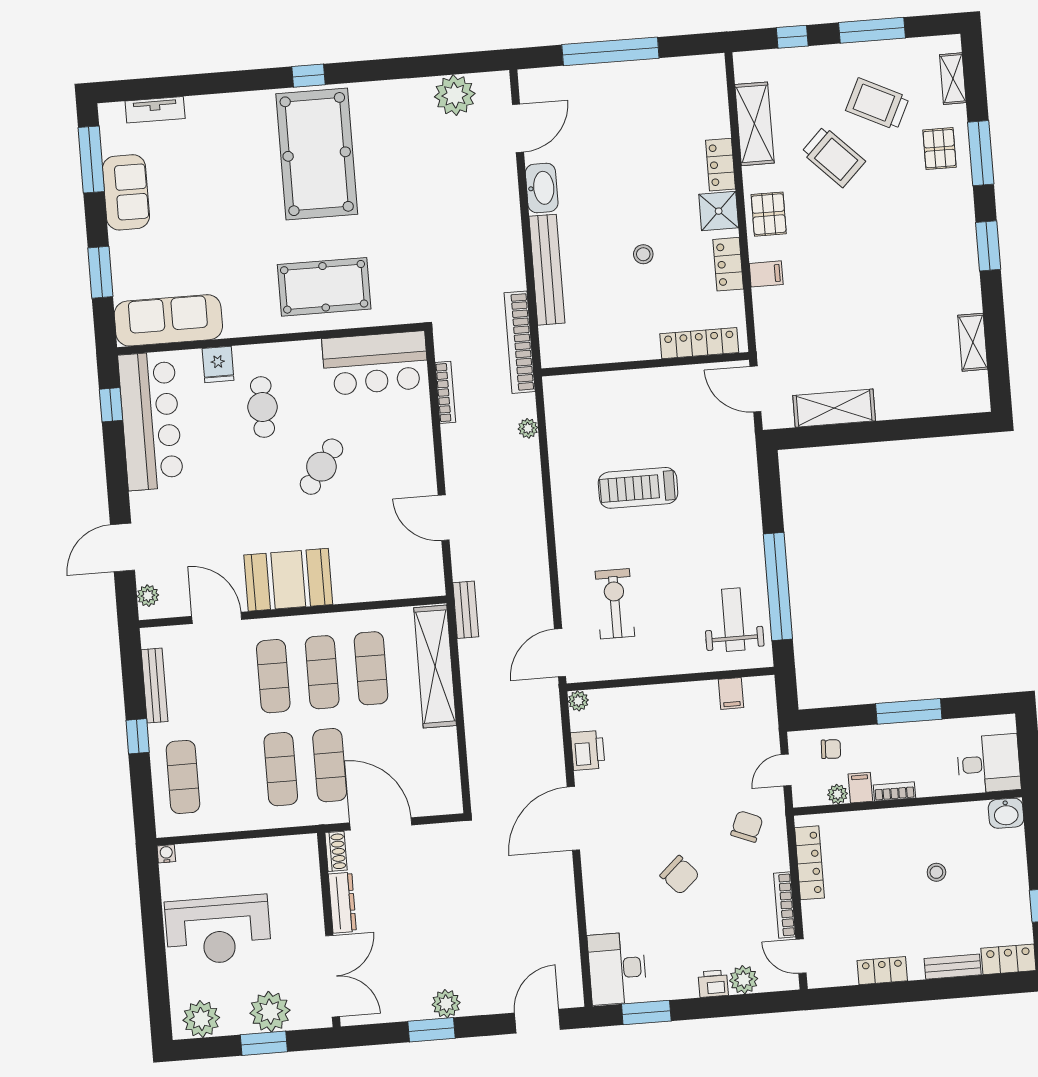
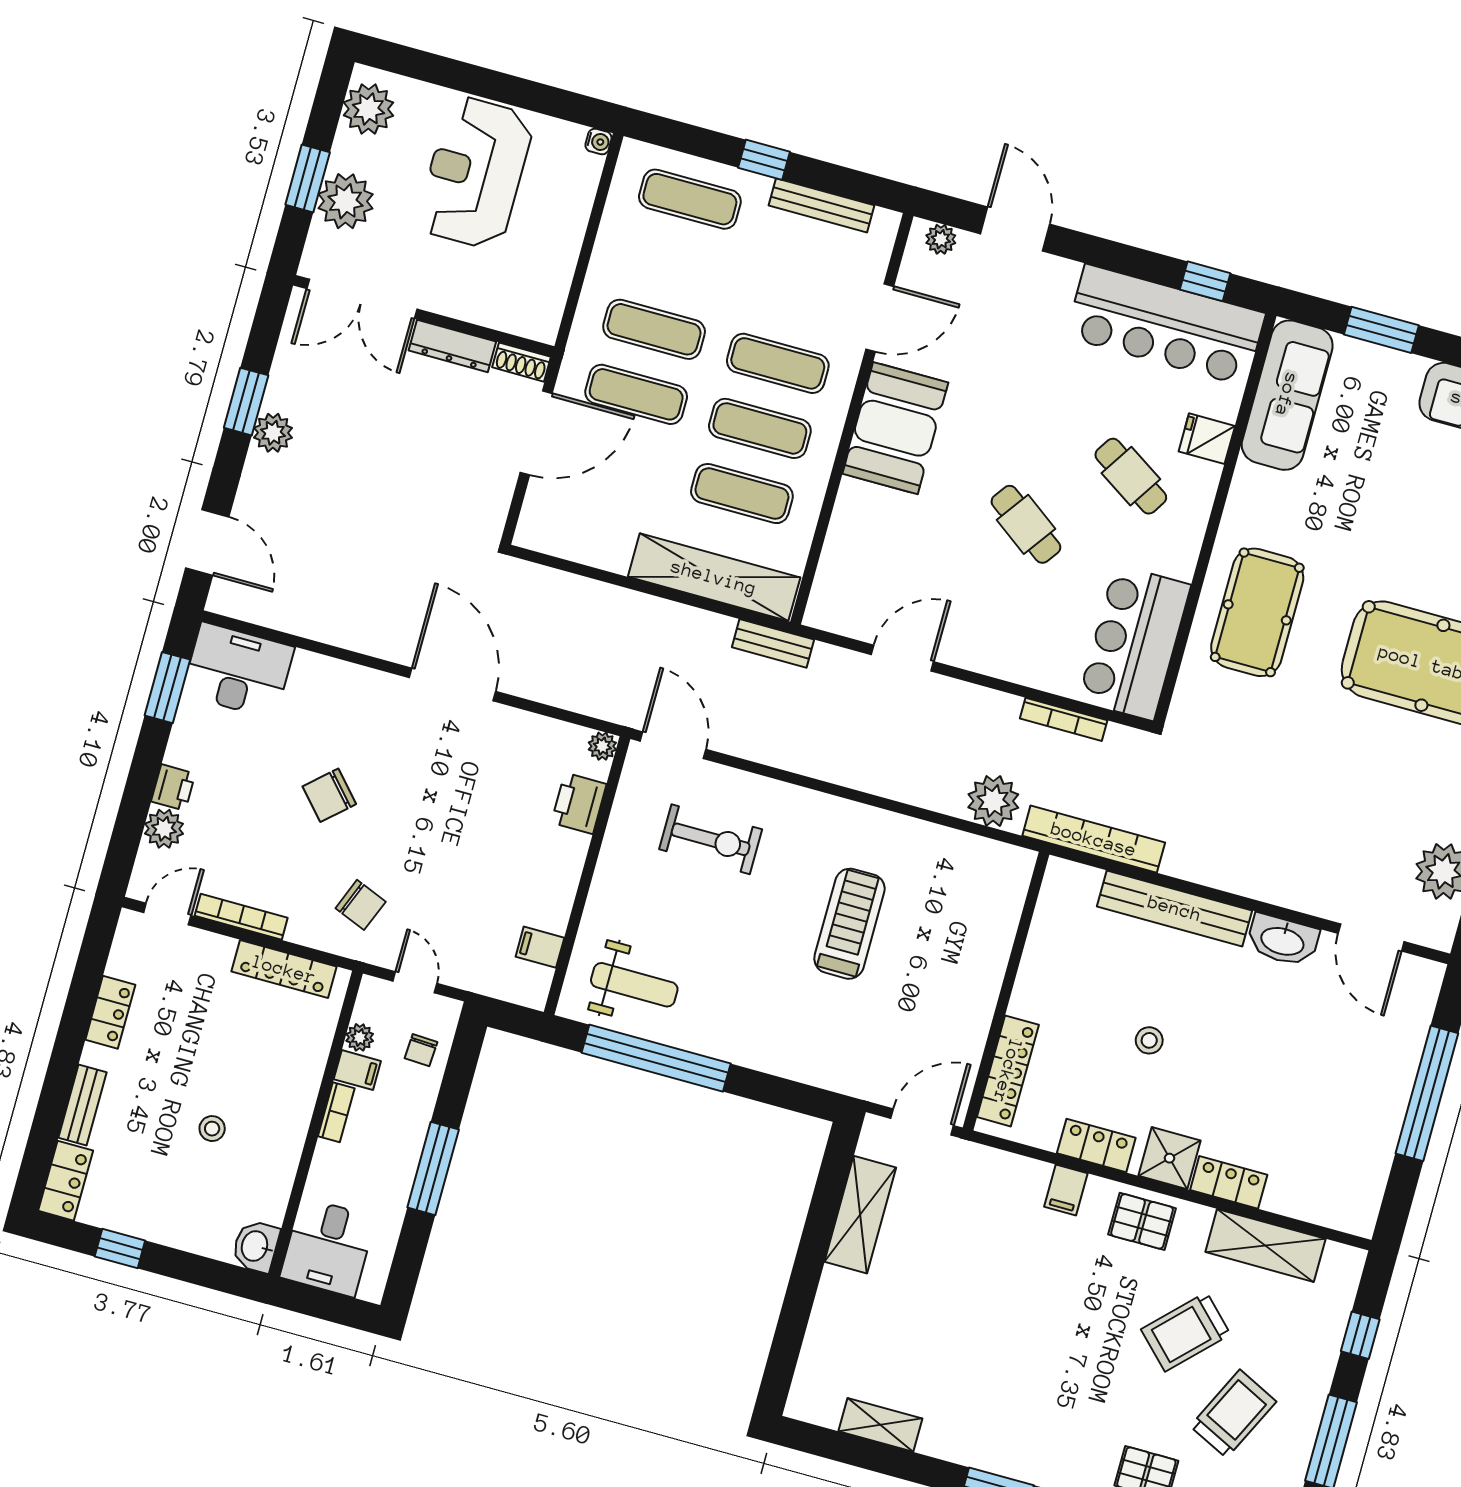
cafe table: (263, 407) -> (1131, 476), turned 33
plant: (528, 428) -> (993, 801), width x1.87, depth x1.87
printer: (588, 750) -> (579, 803), moved, turned 90

